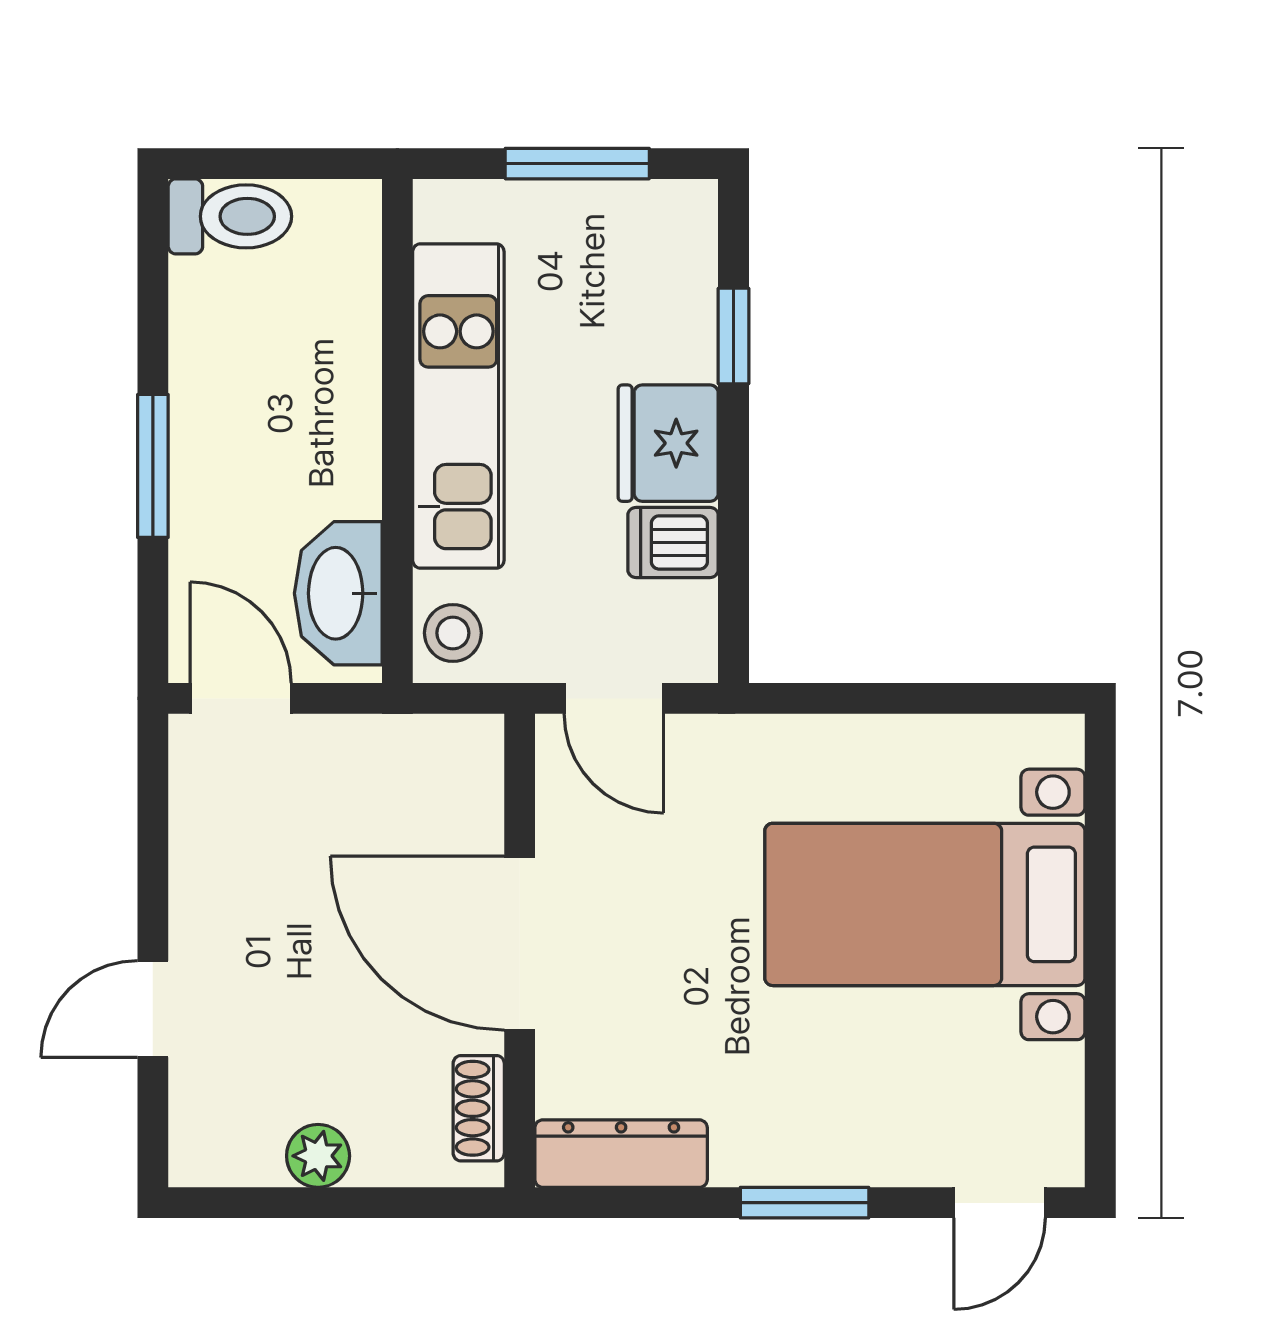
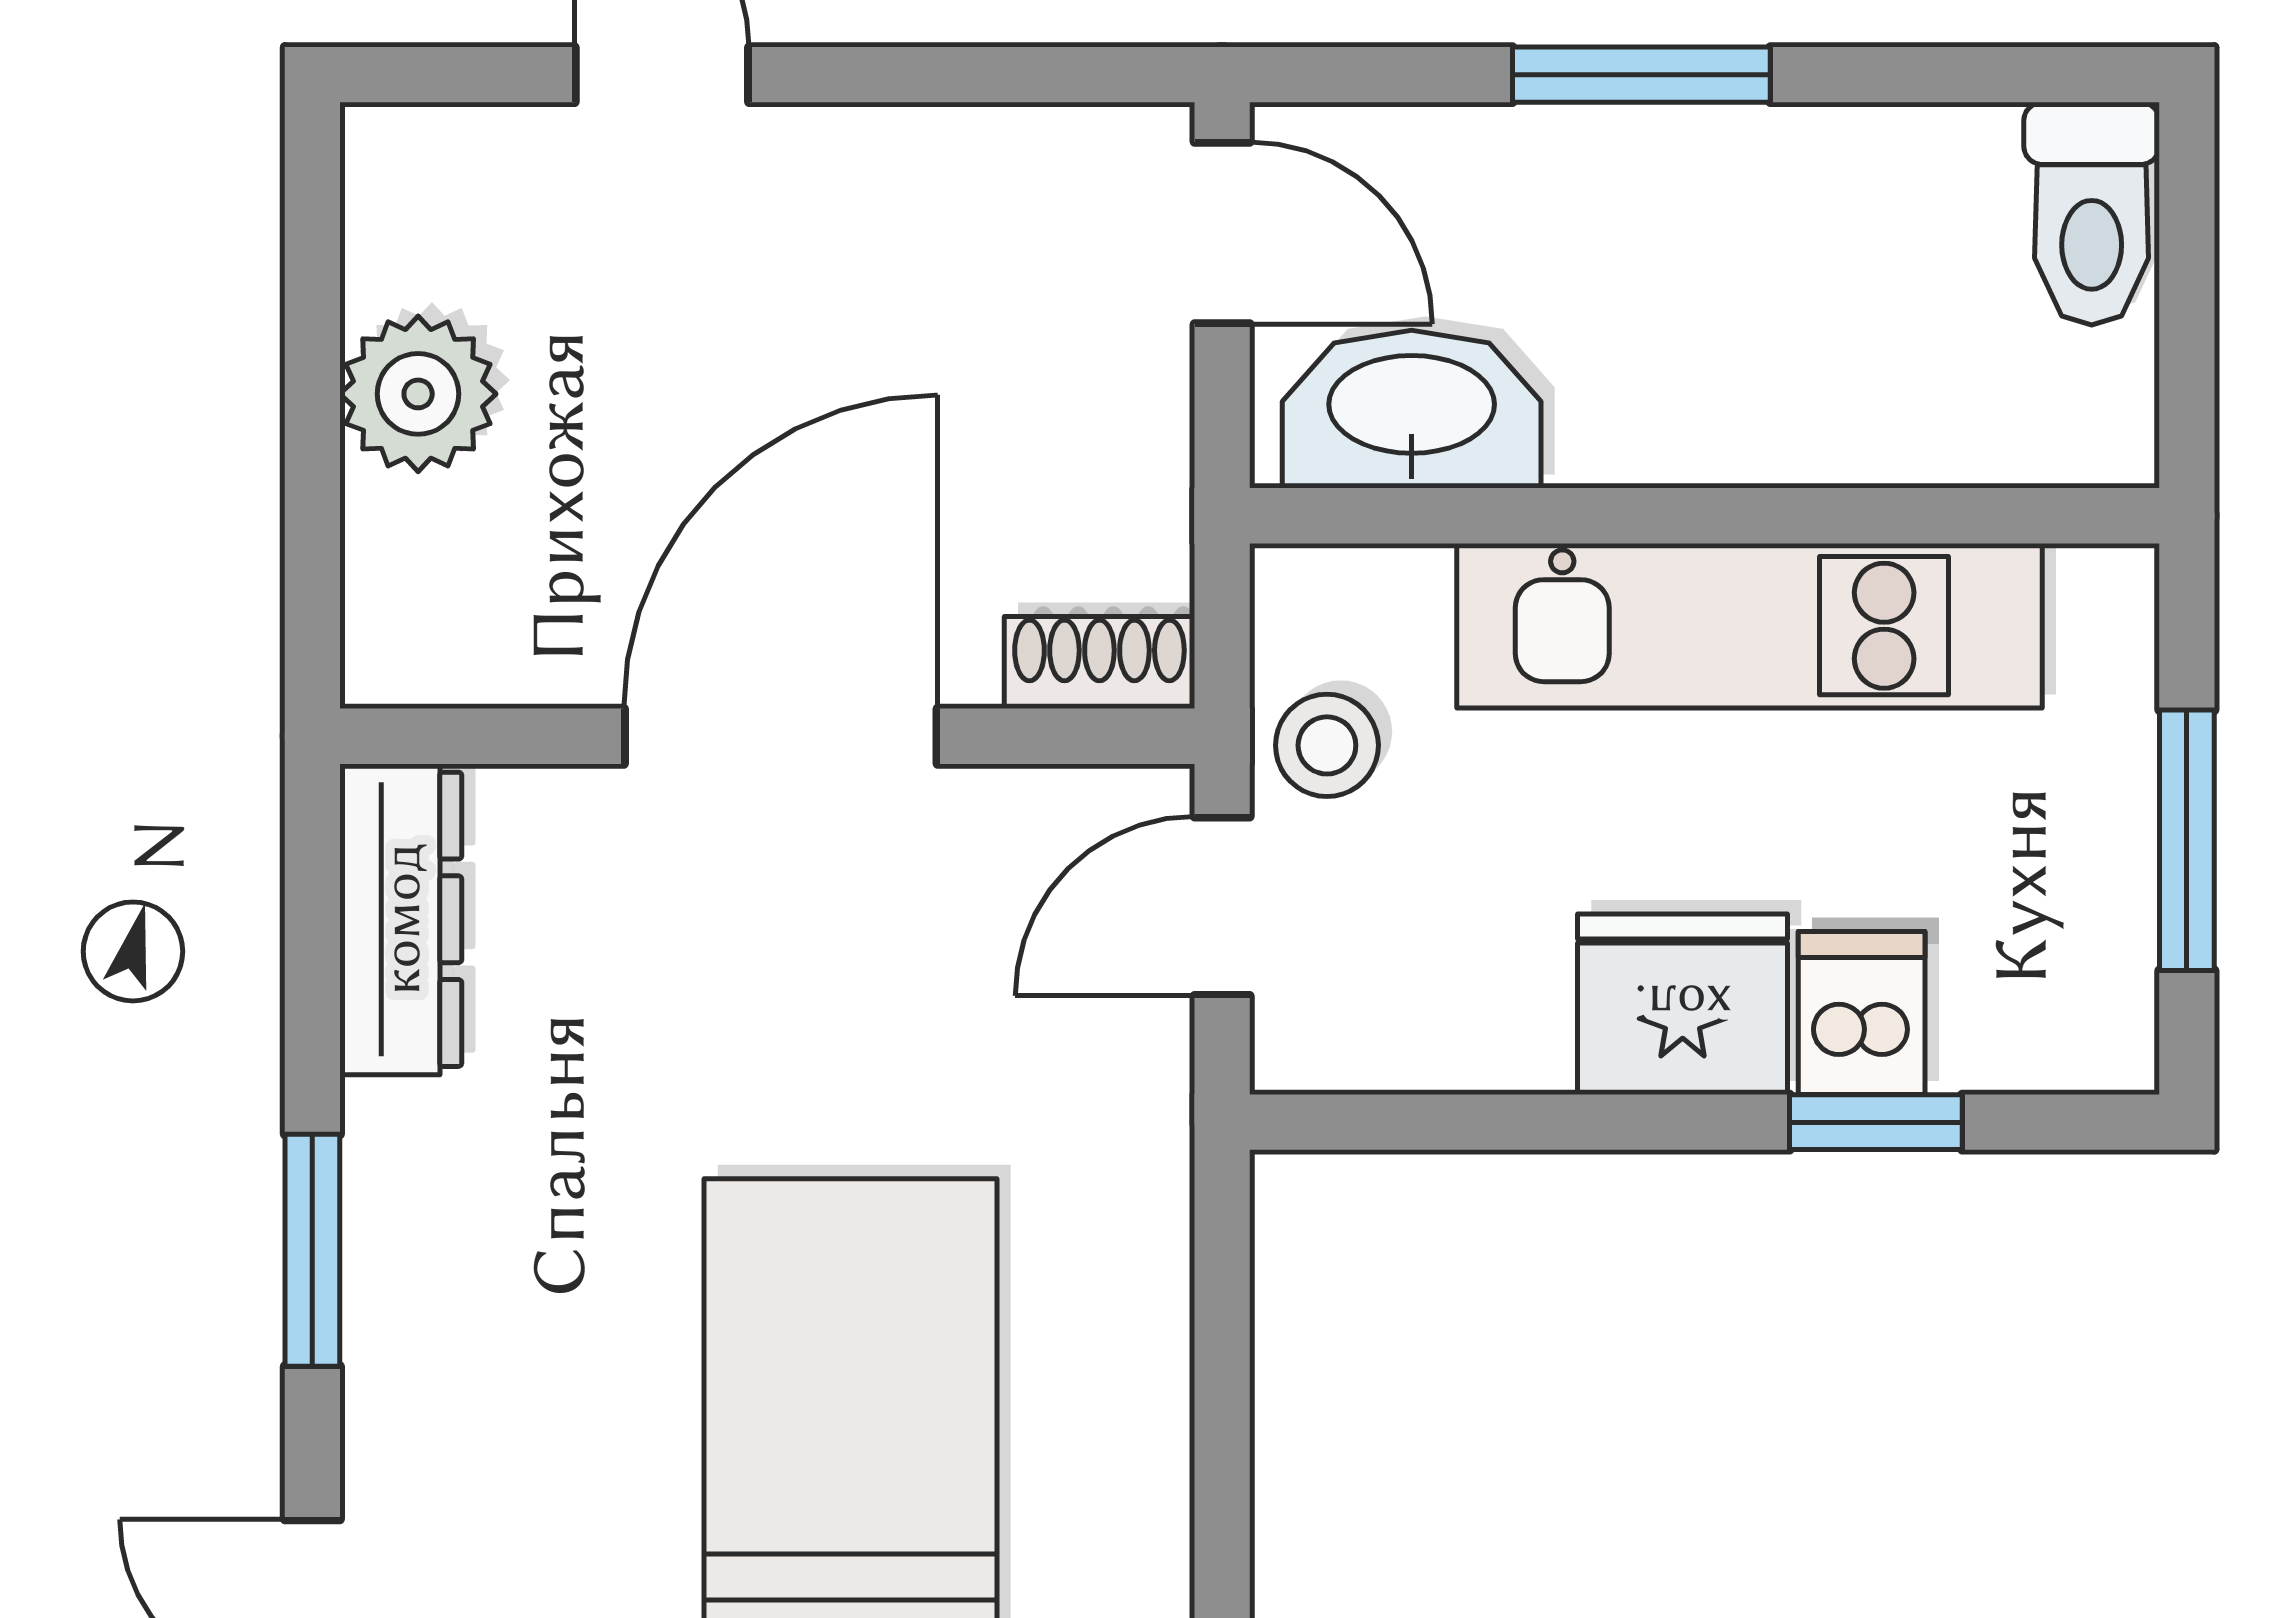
dishwasher: (673, 542) -> (1862, 1013), moved
stool: (453, 633) -> (1327, 745), moved
door: (241, 698) -> (1222, 233), hinge flipped
shoe rack: (479, 1108) -> (1099, 662), moved
plant: (318, 1156) -> (418, 394), width x1.38, depth x1.38

